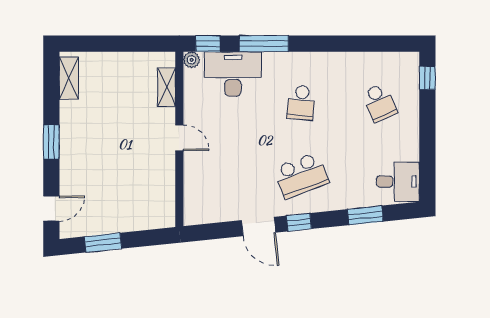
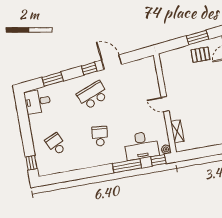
pallet: (103, 212) -> (200, 55), added

